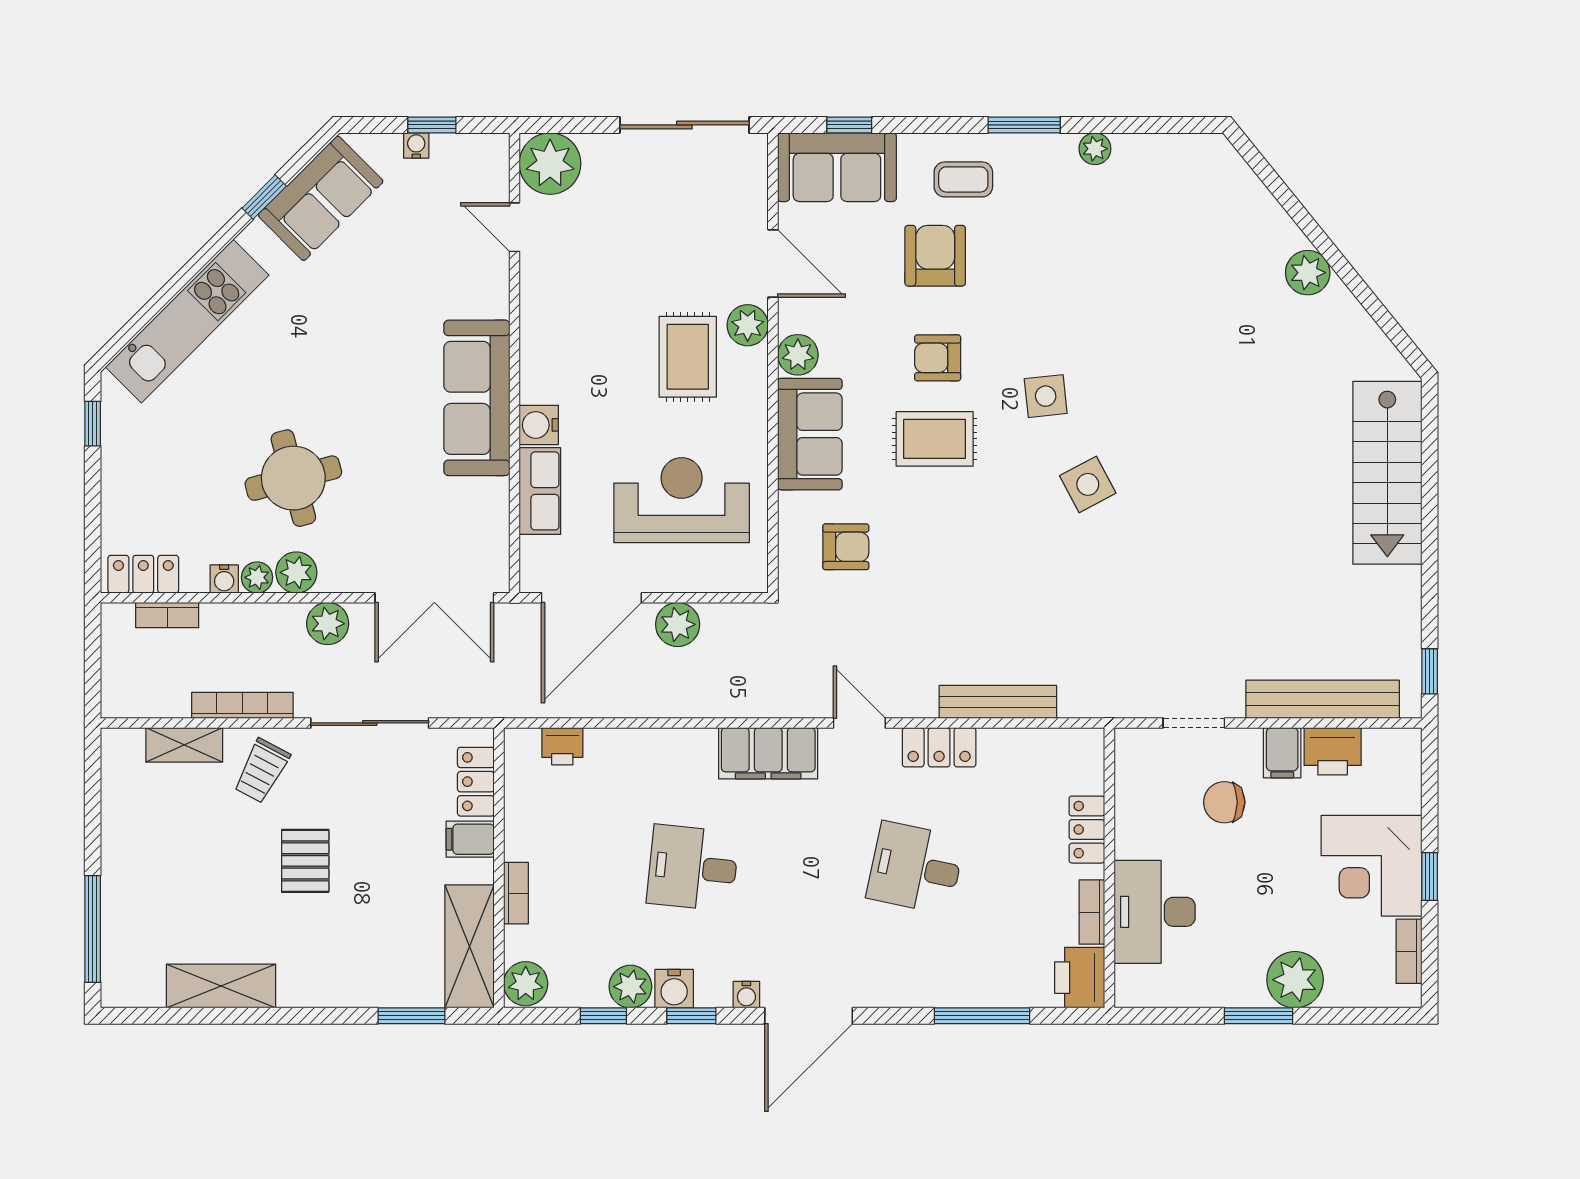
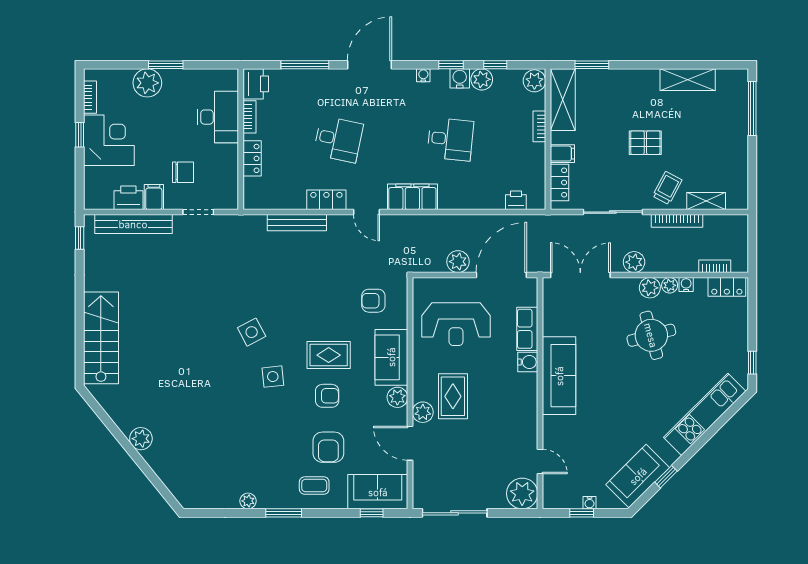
pallet: (305, 861) -> (645, 143), turned 90
door: (809, 1016) -> (369, 65), moved

